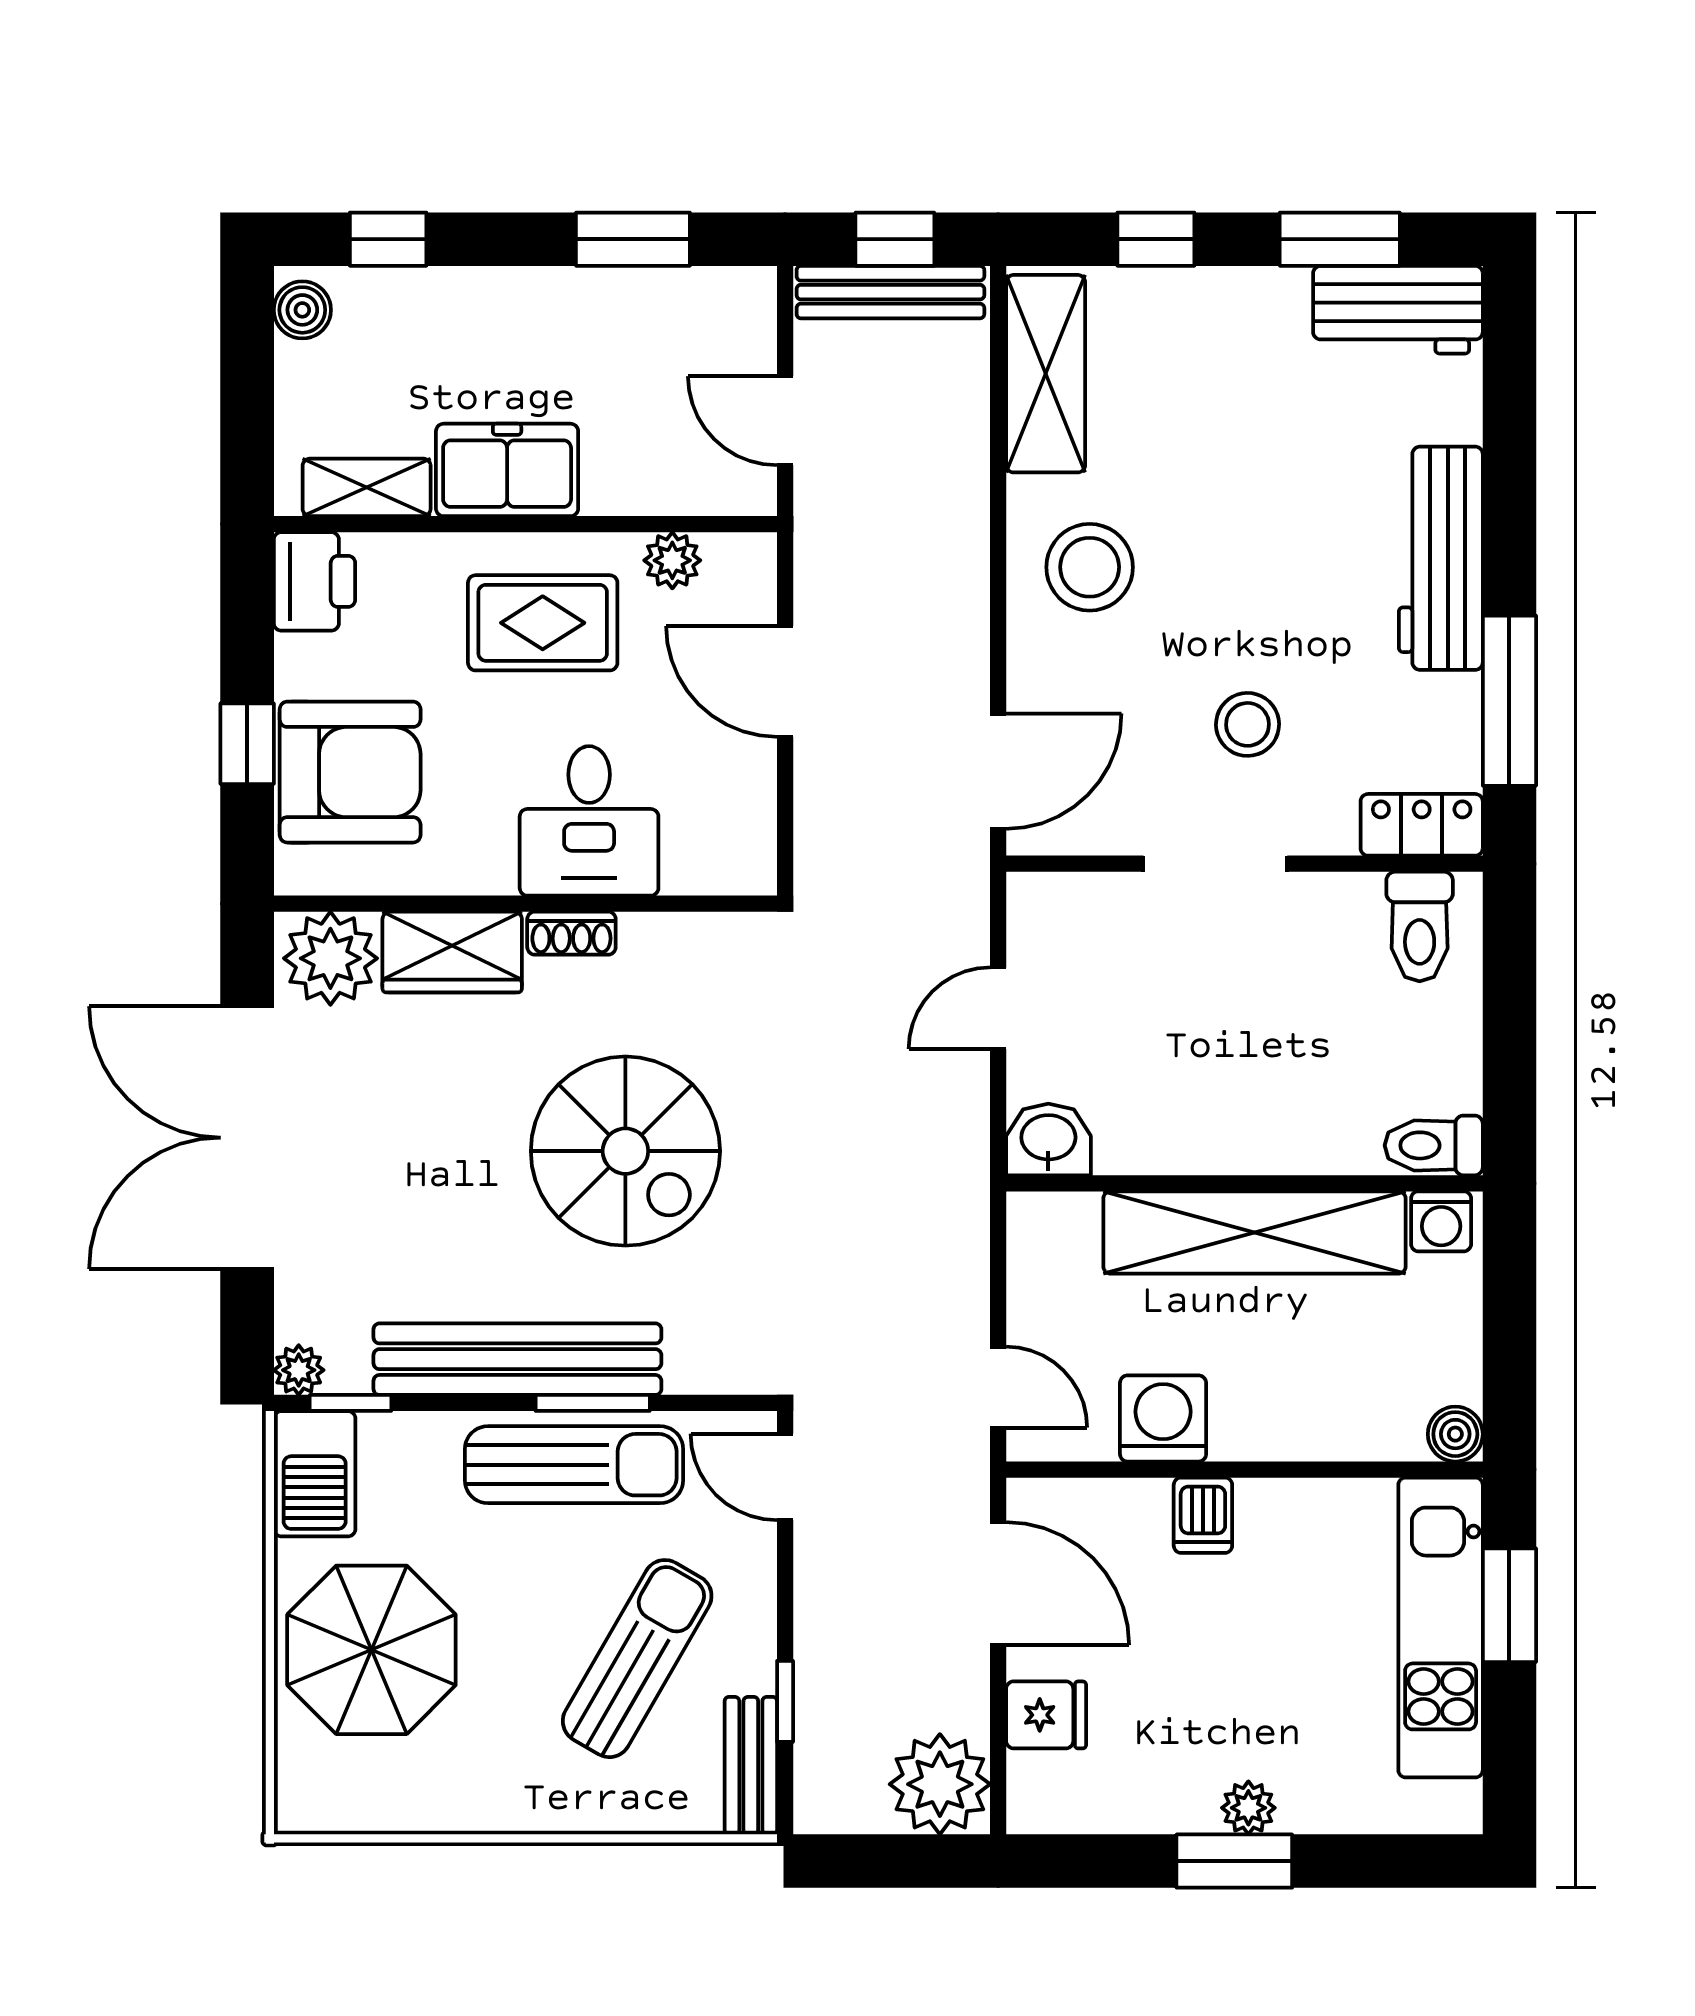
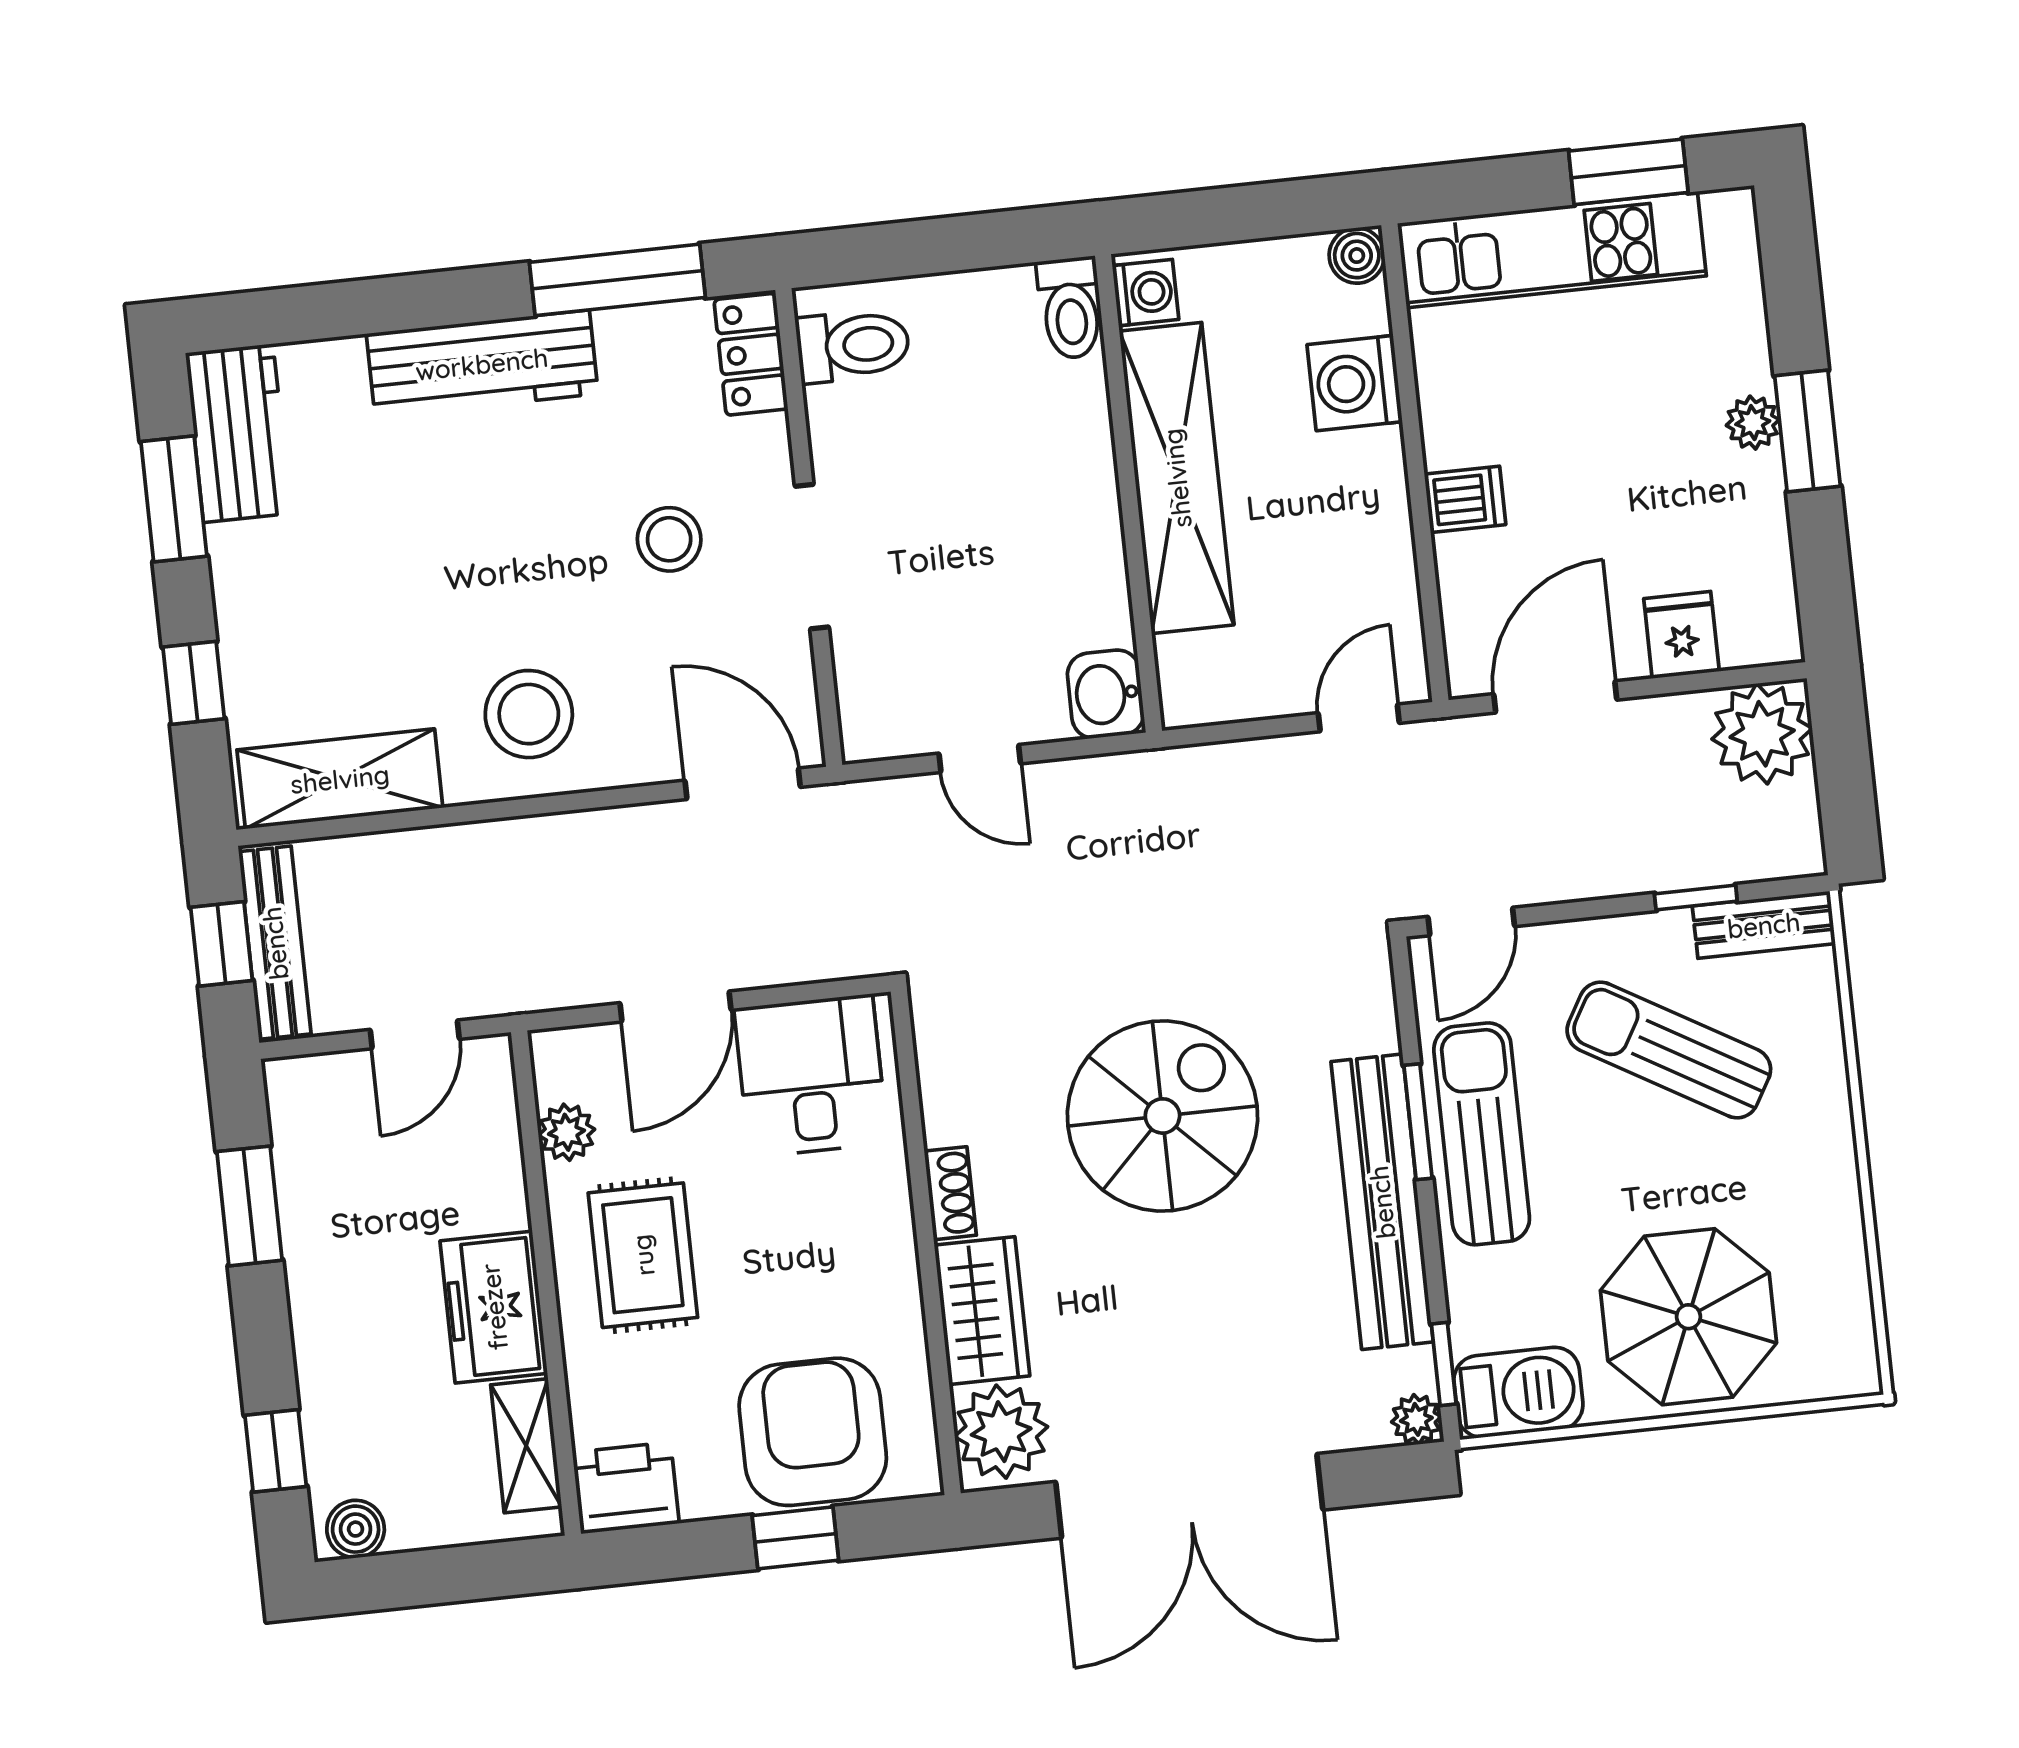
desk: (589, 821) -> (811, 1076), moved, turned -90
washing machine: (1163, 1418) -> (1355, 383), moved
window: (1509, 1605) -> (1628, 172), moved

